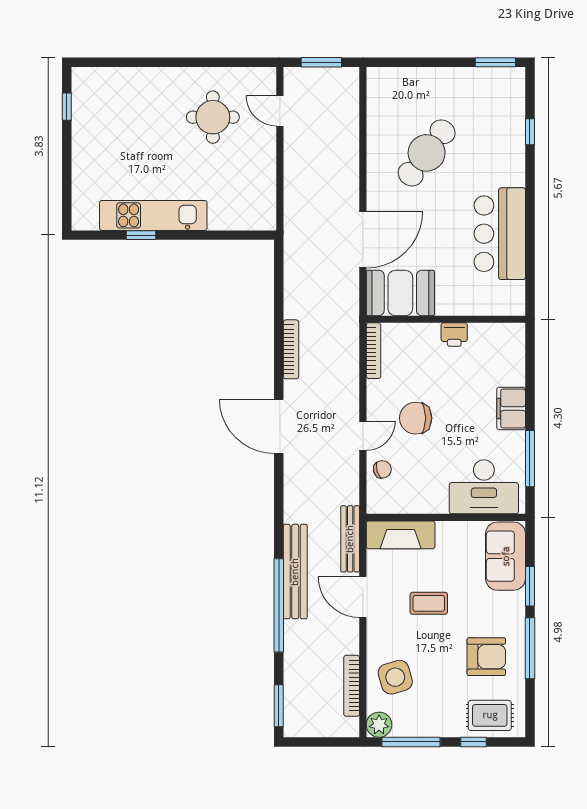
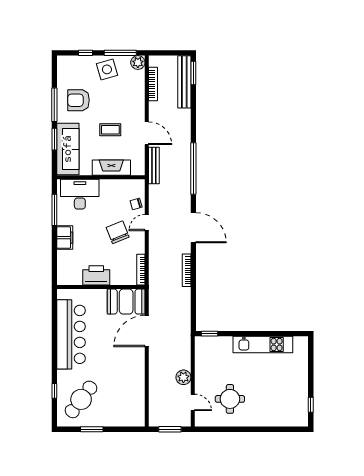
window: (495, 62) -> (92, 429), moved
cafe table: (427, 153) -> (81, 399), moved
plant: (297, 156) -> (183, 377), added
bar counter: (500, 234) -> (71, 334), width x1.36
window: (141, 235) -> (209, 334), moved
printer: (454, 335) -> (96, 275), width x1.87, depth x1.48
chair: (416, 418) -> (118, 232), turned -112
fireplace: (401, 535) -> (111, 168), moved
sofa: (506, 556) -> (68, 149), width x1.36
bench: (295, 572) -> (184, 82), moved
window: (279, 605) -> (193, 168), moved
side table: (395, 677) -> (107, 69), moved
rug: (490, 715) -> (77, 68), removed

